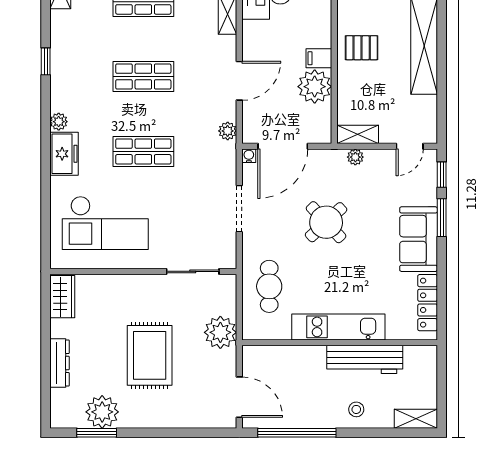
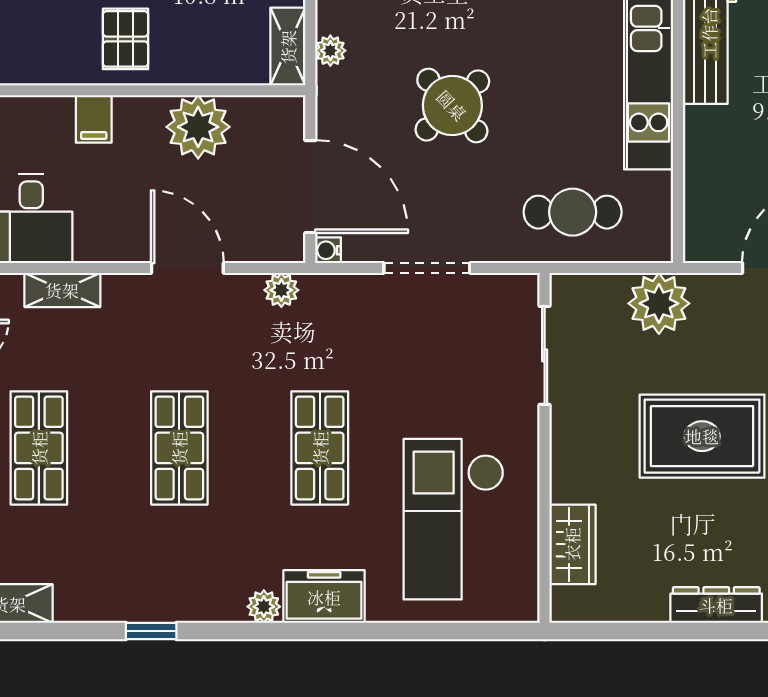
filing cabinet: (319, 58) -> (94, 119), moved
checkout: (105, 223) -> (454, 519), turned 180
wardrobe: (62, 297) -> (572, 544), moved, turned 90

